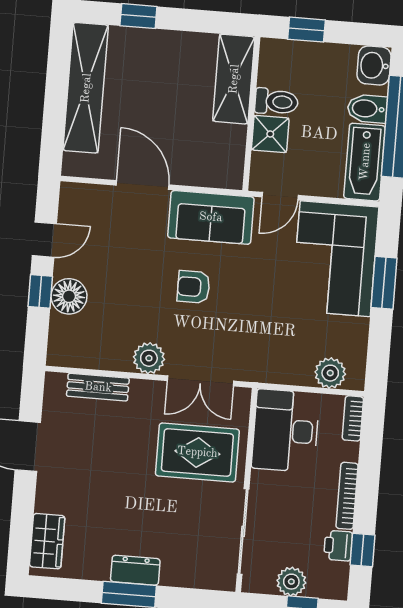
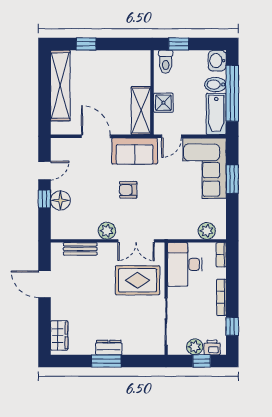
shelving: (234, 79) -> (141, 111), moved
toilet: (276, 102) -> (166, 62), moved, turned 90
printer: (338, 546) -> (212, 347), moved, turned 90

